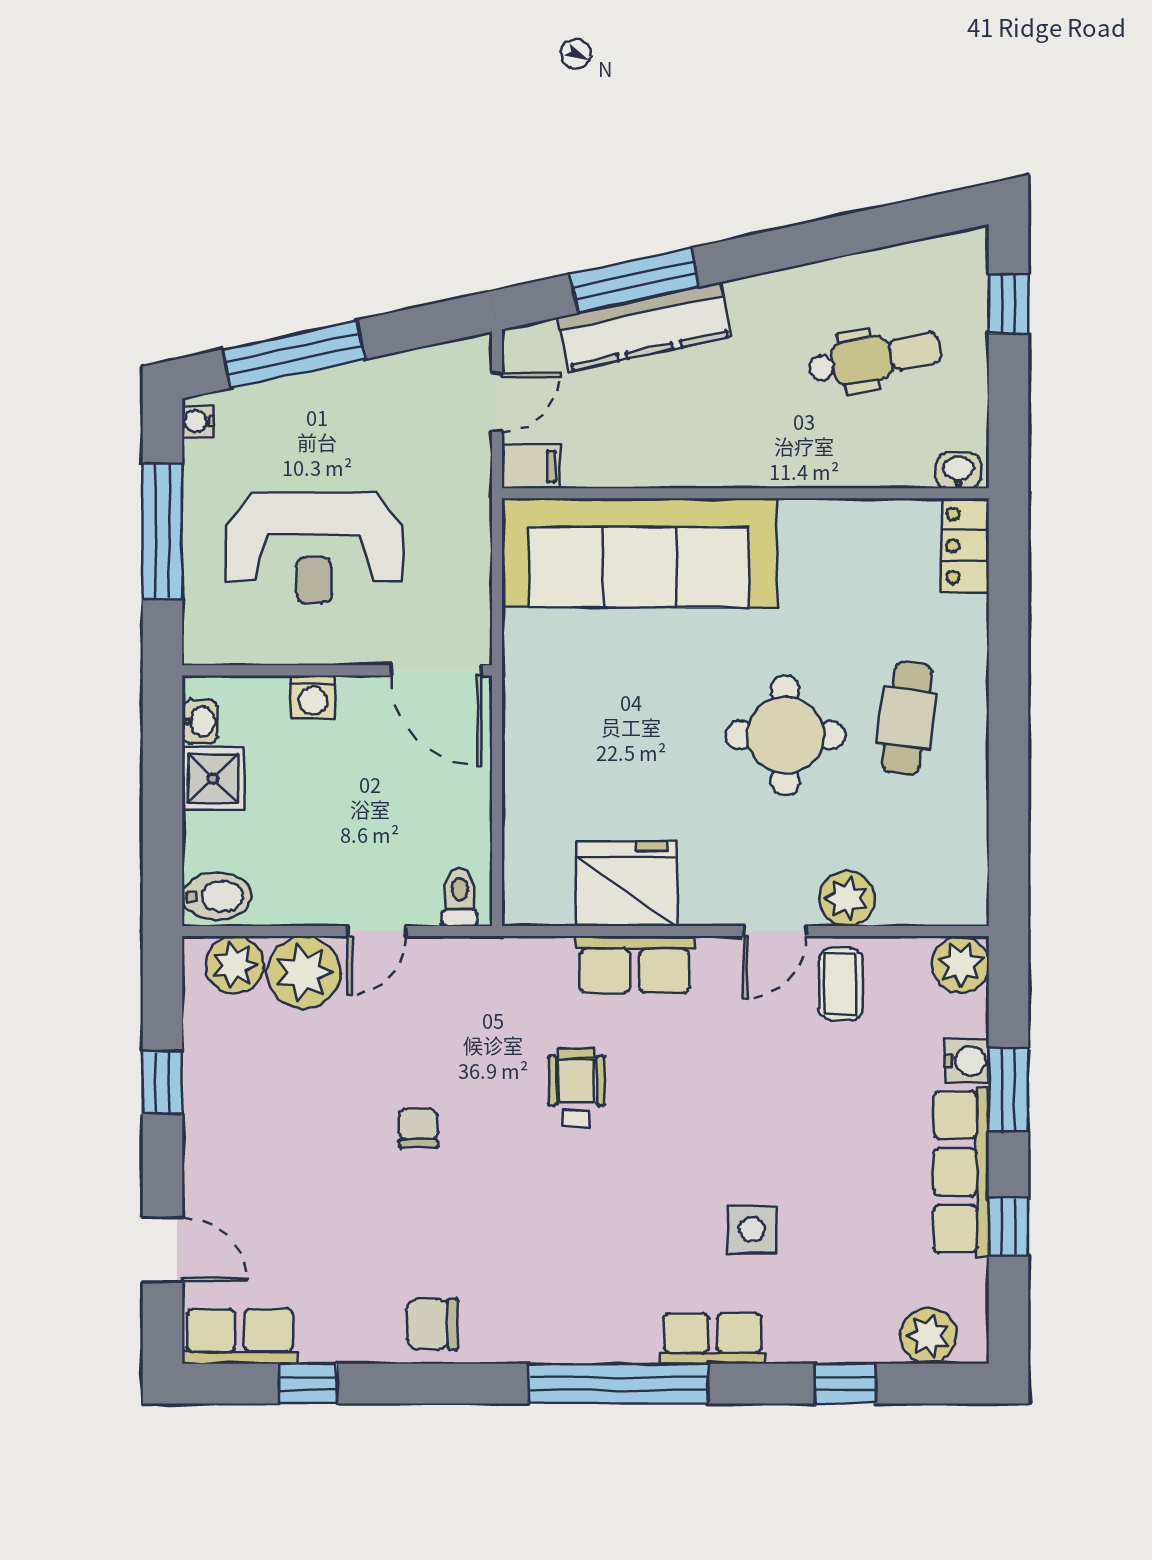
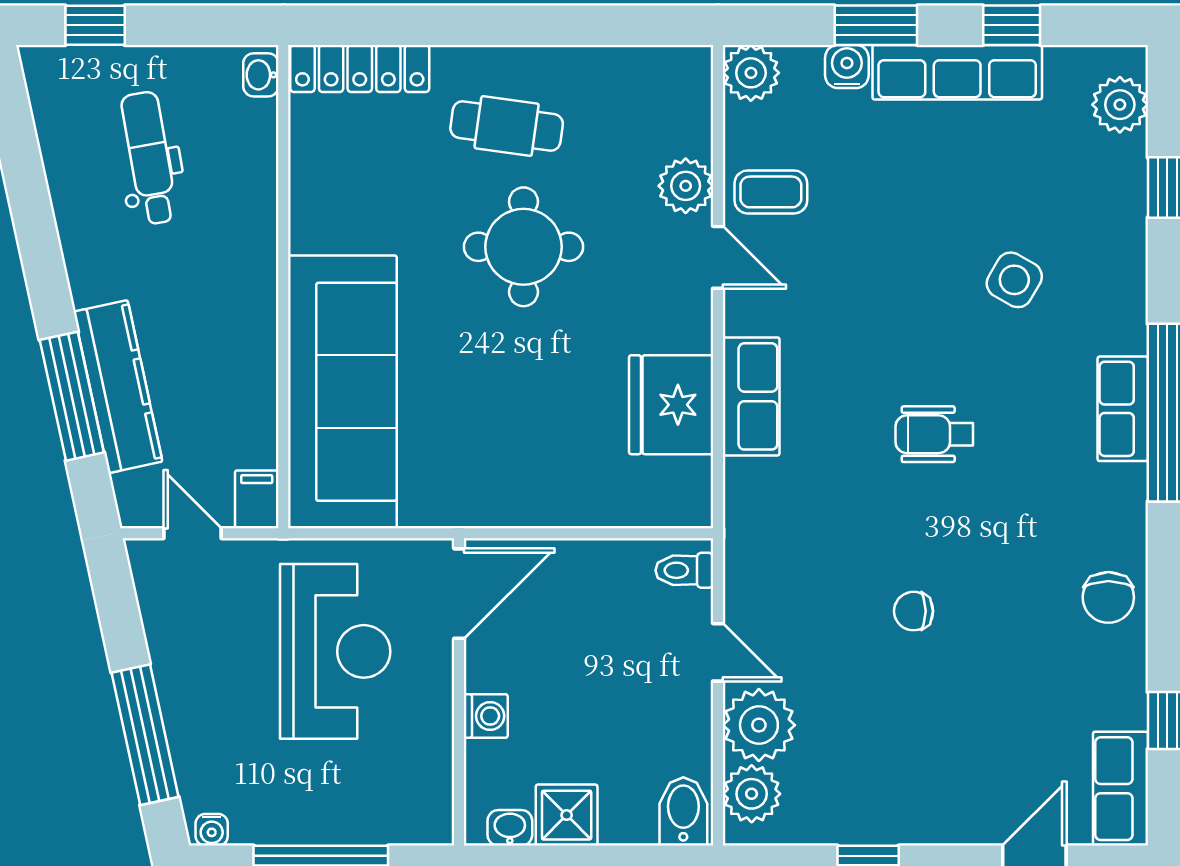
locker: (965, 545) -> (360, 68), width x1.53
reception desk: (314, 548) -> (335, 651), moved
wheelchair: (576, 1087) -> (934, 434), moved
side table: (752, 1230) -> (1014, 280), turned 30
row of seats: (713, 1339) -> (1123, 409), moved

